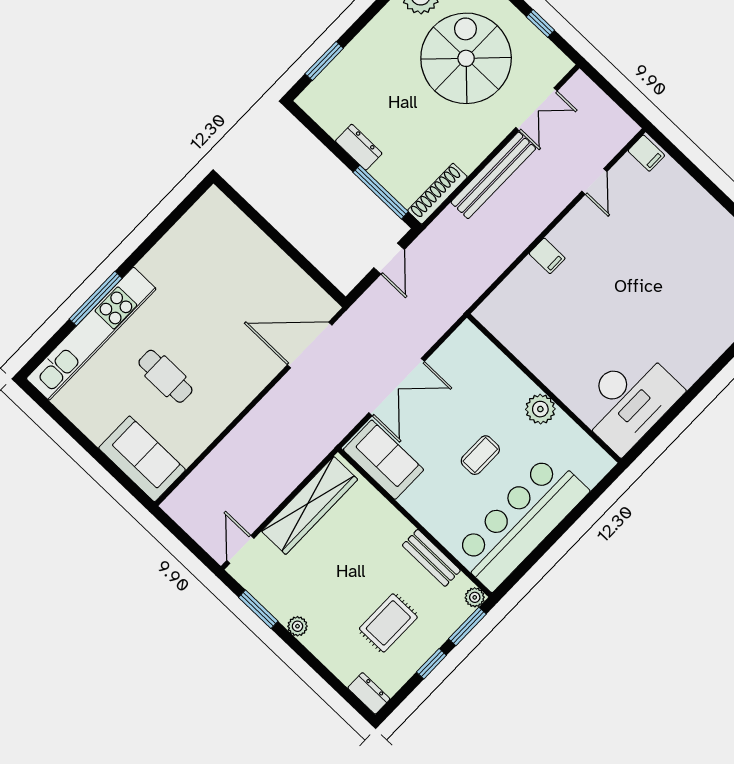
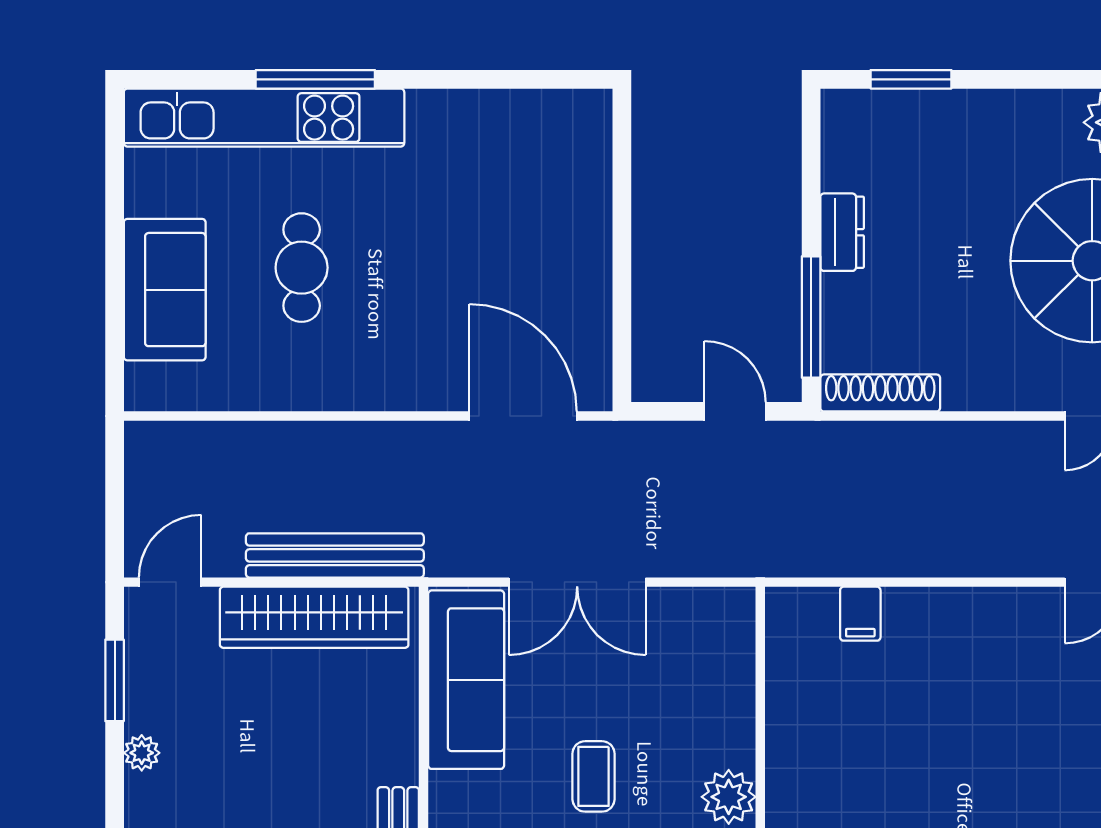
bench: (493, 175) -> (335, 555), moved
filing cabinet: (547, 256) -> (860, 614), moved
door: (389, 259) -> (735, 411), swing flipped
coffee table: (480, 455) -> (593, 776), turned 90
sofa: (142, 459) -> (165, 290), moved
sofa: (383, 460) -> (466, 680), width x1.36

